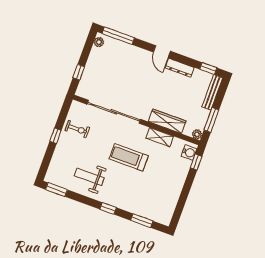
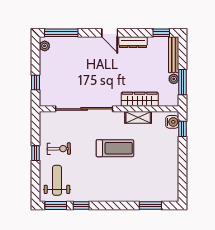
exercise bike: (77, 129) -> (59, 149), moved
plant: (197, 134) -> (174, 79), moved
treadmill: (129, 157) -> (115, 148), turned 180
weight bench: (89, 177) -> (57, 180), moved, turned 90
window: (108, 208) -> (81, 206), moved

